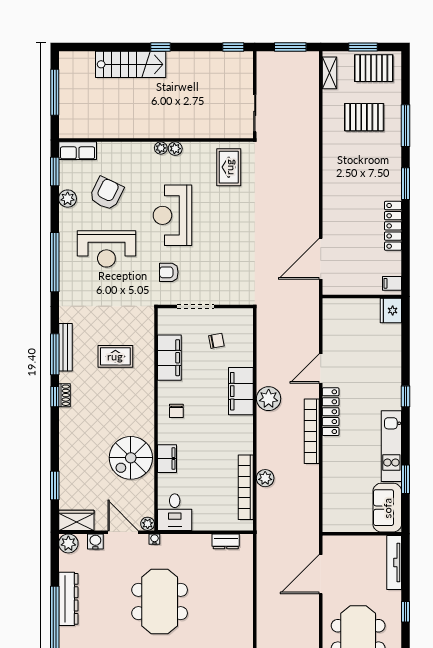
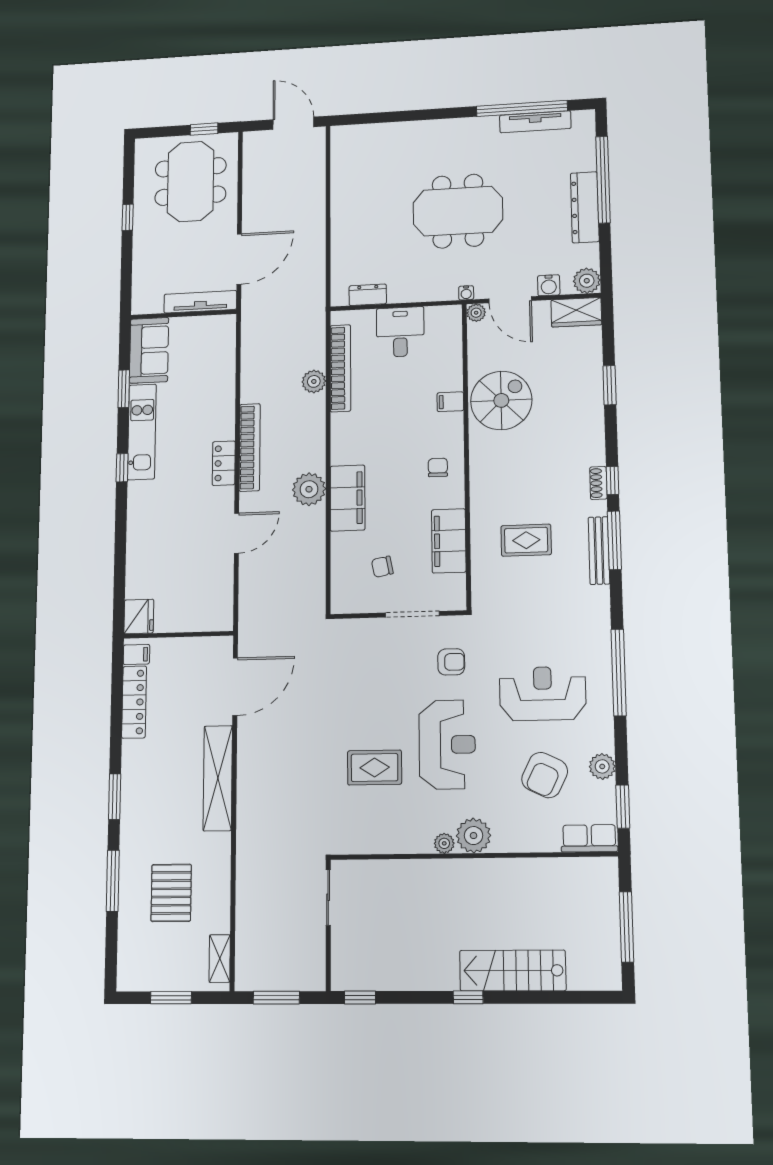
pallet: (374, 68) -> (156, 966), removed
pallet: (364, 117) -> (171, 893), turned 90
plant: (161, 148) -> (474, 836), width x1.87, depth x1.87
rug: (229, 167) -> (375, 768), moved, turned 90
shelving: (332, 195) -> (218, 778), added
locker: (393, 226) -> (134, 702), moved
window: (406, 396) -> (122, 468), moved
locker: (331, 412) -> (224, 463), width x0.66
filing cabinet: (167, 459) -> (450, 402), width x0.50
window: (55, 485) -> (610, 385), moved
desk: (175, 512) -> (400, 332), moved
tv unit: (394, 562) -> (200, 302), moved, turned -90
meeting table: (160, 602) -> (458, 211), turned 90

